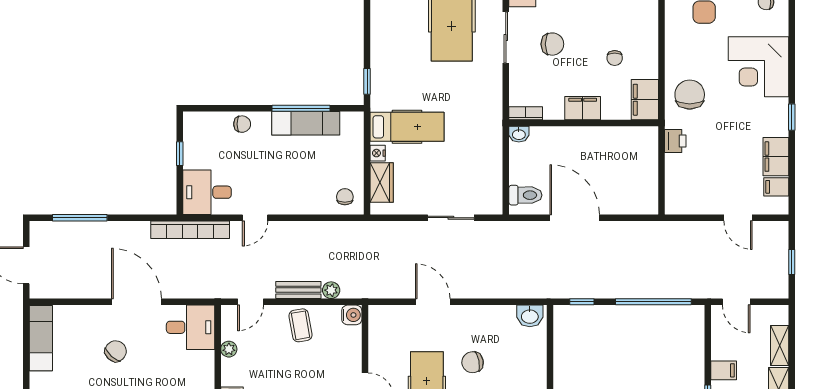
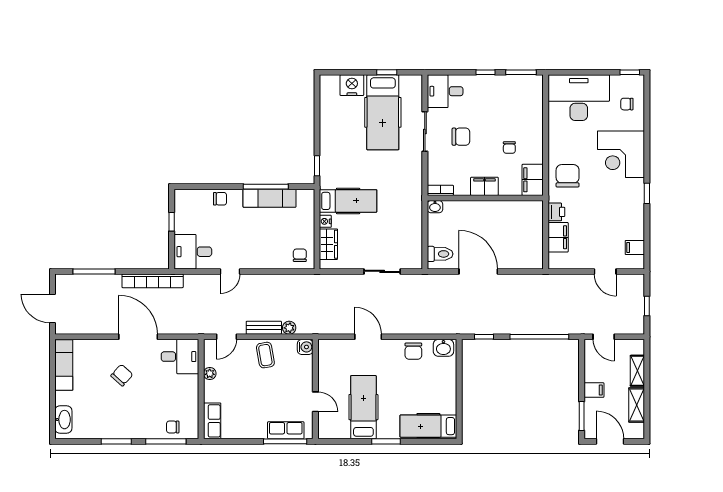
filing cabinet: (776, 157) -> (558, 237), moved, turned 180
bookcase: (190, 230) -> (153, 281), moved
chair: (473, 362) -> (413, 351), moved, turned -79

